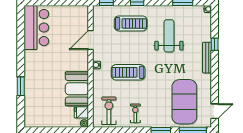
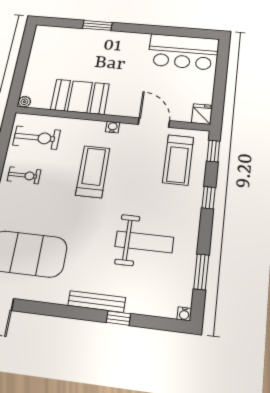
treadmill: (131, 23) -> (178, 160), moved
fridge: (81, 112) -> (202, 114), moved

